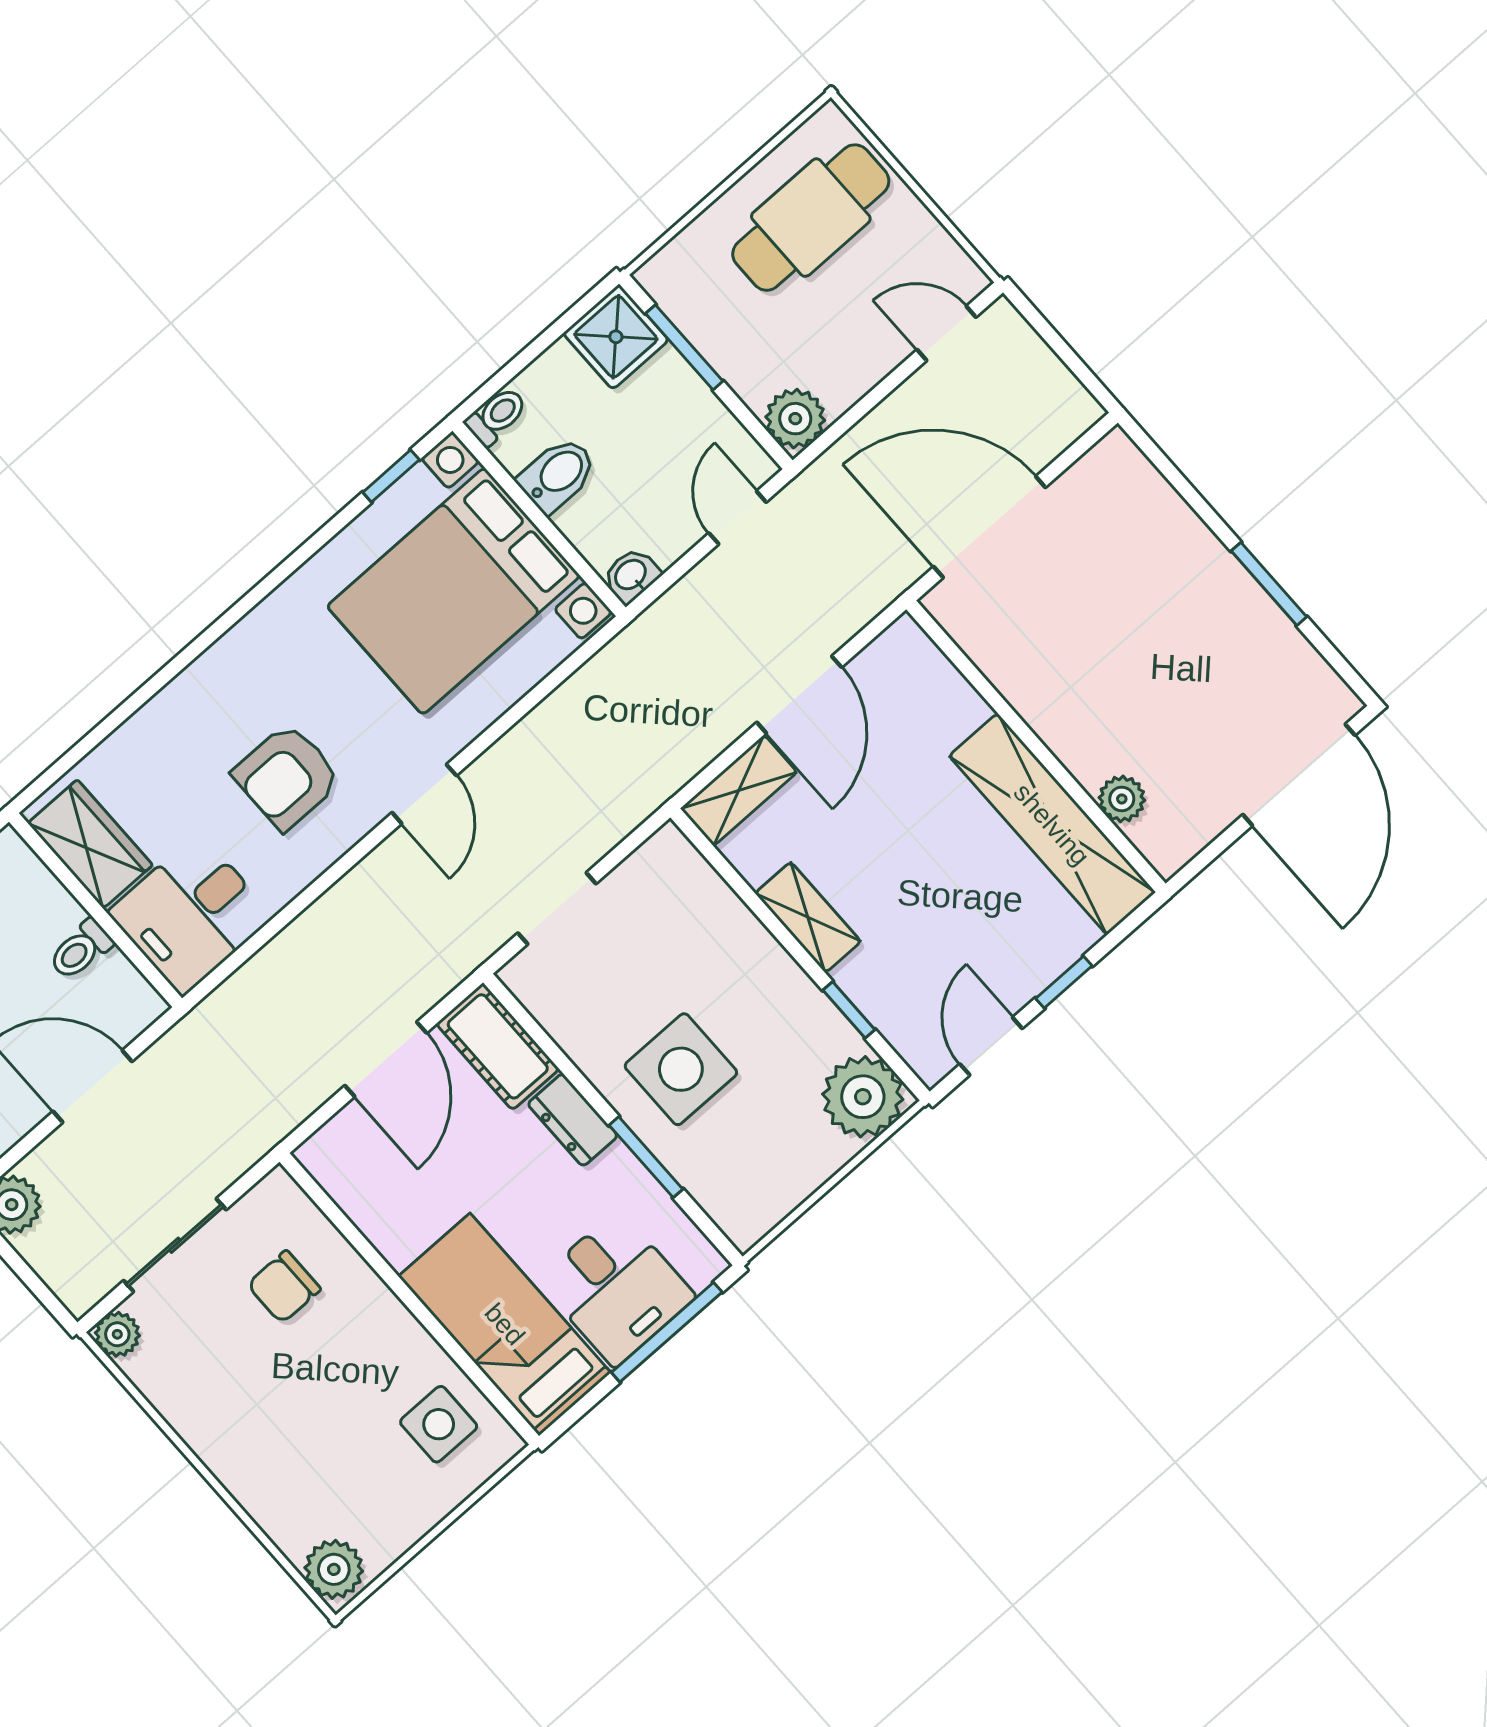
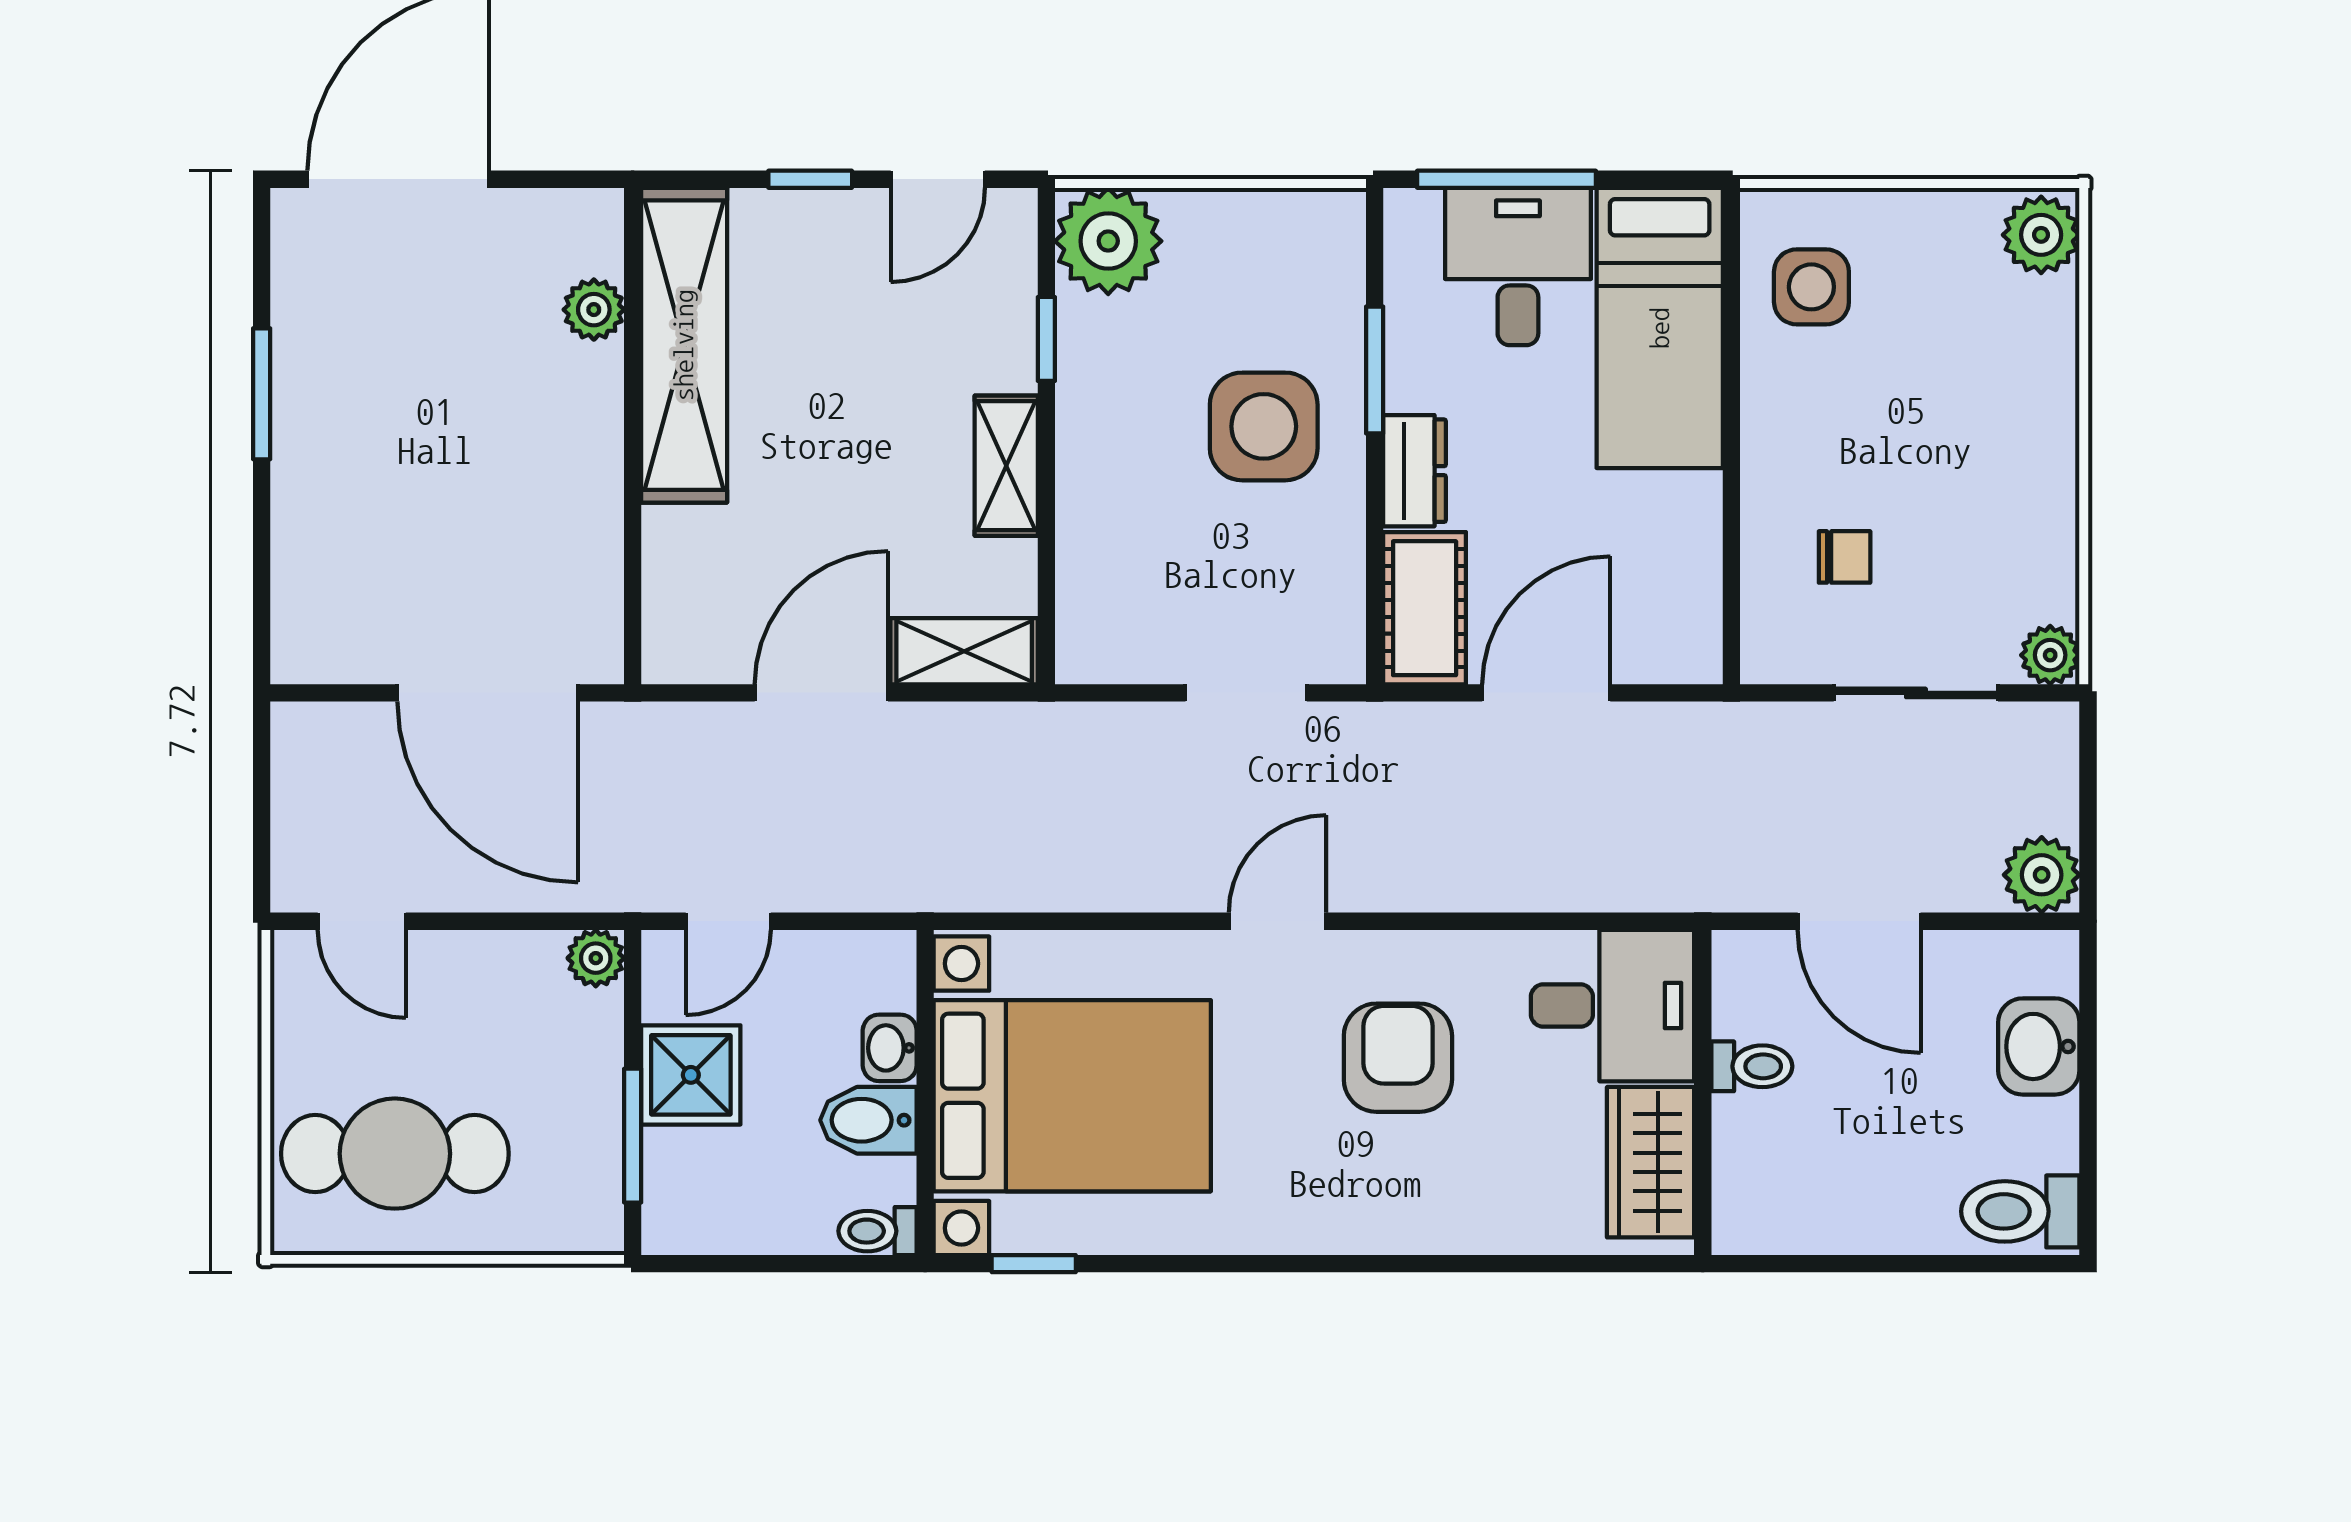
shower: (616, 337) -> (691, 1075), moved
plant: (795, 419) -> (596, 958), width x0.73, depth x0.73
washbasin: (631, 575) -> (890, 1048), moved, turned 90
armchair: (287, 777) -> (1398, 1058), turned -90
chair: (284, 1287) -> (1845, 557), width x0.73, depth x0.73

